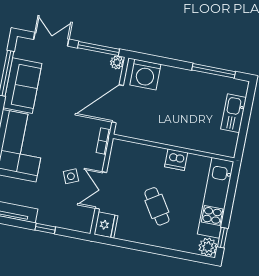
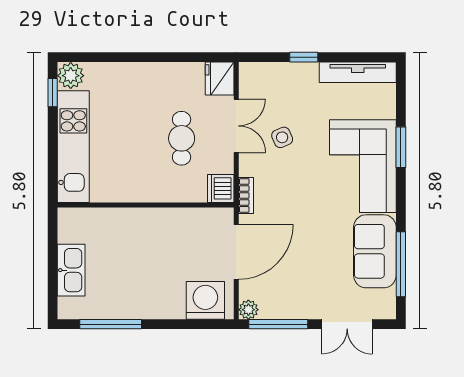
dishwasher: (176, 160) -> (221, 188), moved, turned -90
cafe table: (157, 206) -> (182, 138), moved, turned 33

